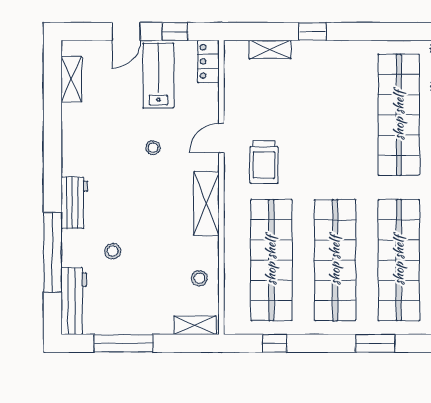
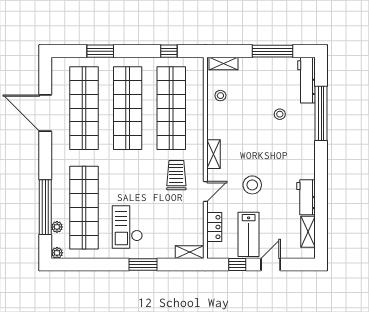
window: (312, 31) -> (143, 265), width x1.50
shelving: (270, 50) -> (190, 252), moved
locker: (208, 61) -> (214, 227), moved
checkout: (335, 86) -> (127, 227), added
stool: (153, 148) -> (252, 185), width x1.89, depth x1.89
workbench: (74, 203) -> (306, 197), moved
shelving: (206, 203) -> (213, 154), width x0.67, depth x0.75

